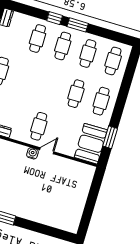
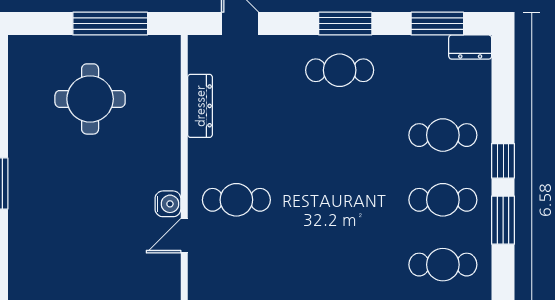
cafe table: (76, 94) -> (340, 265), removed
door: (47, 151) -> (184, 236), swing flipped

